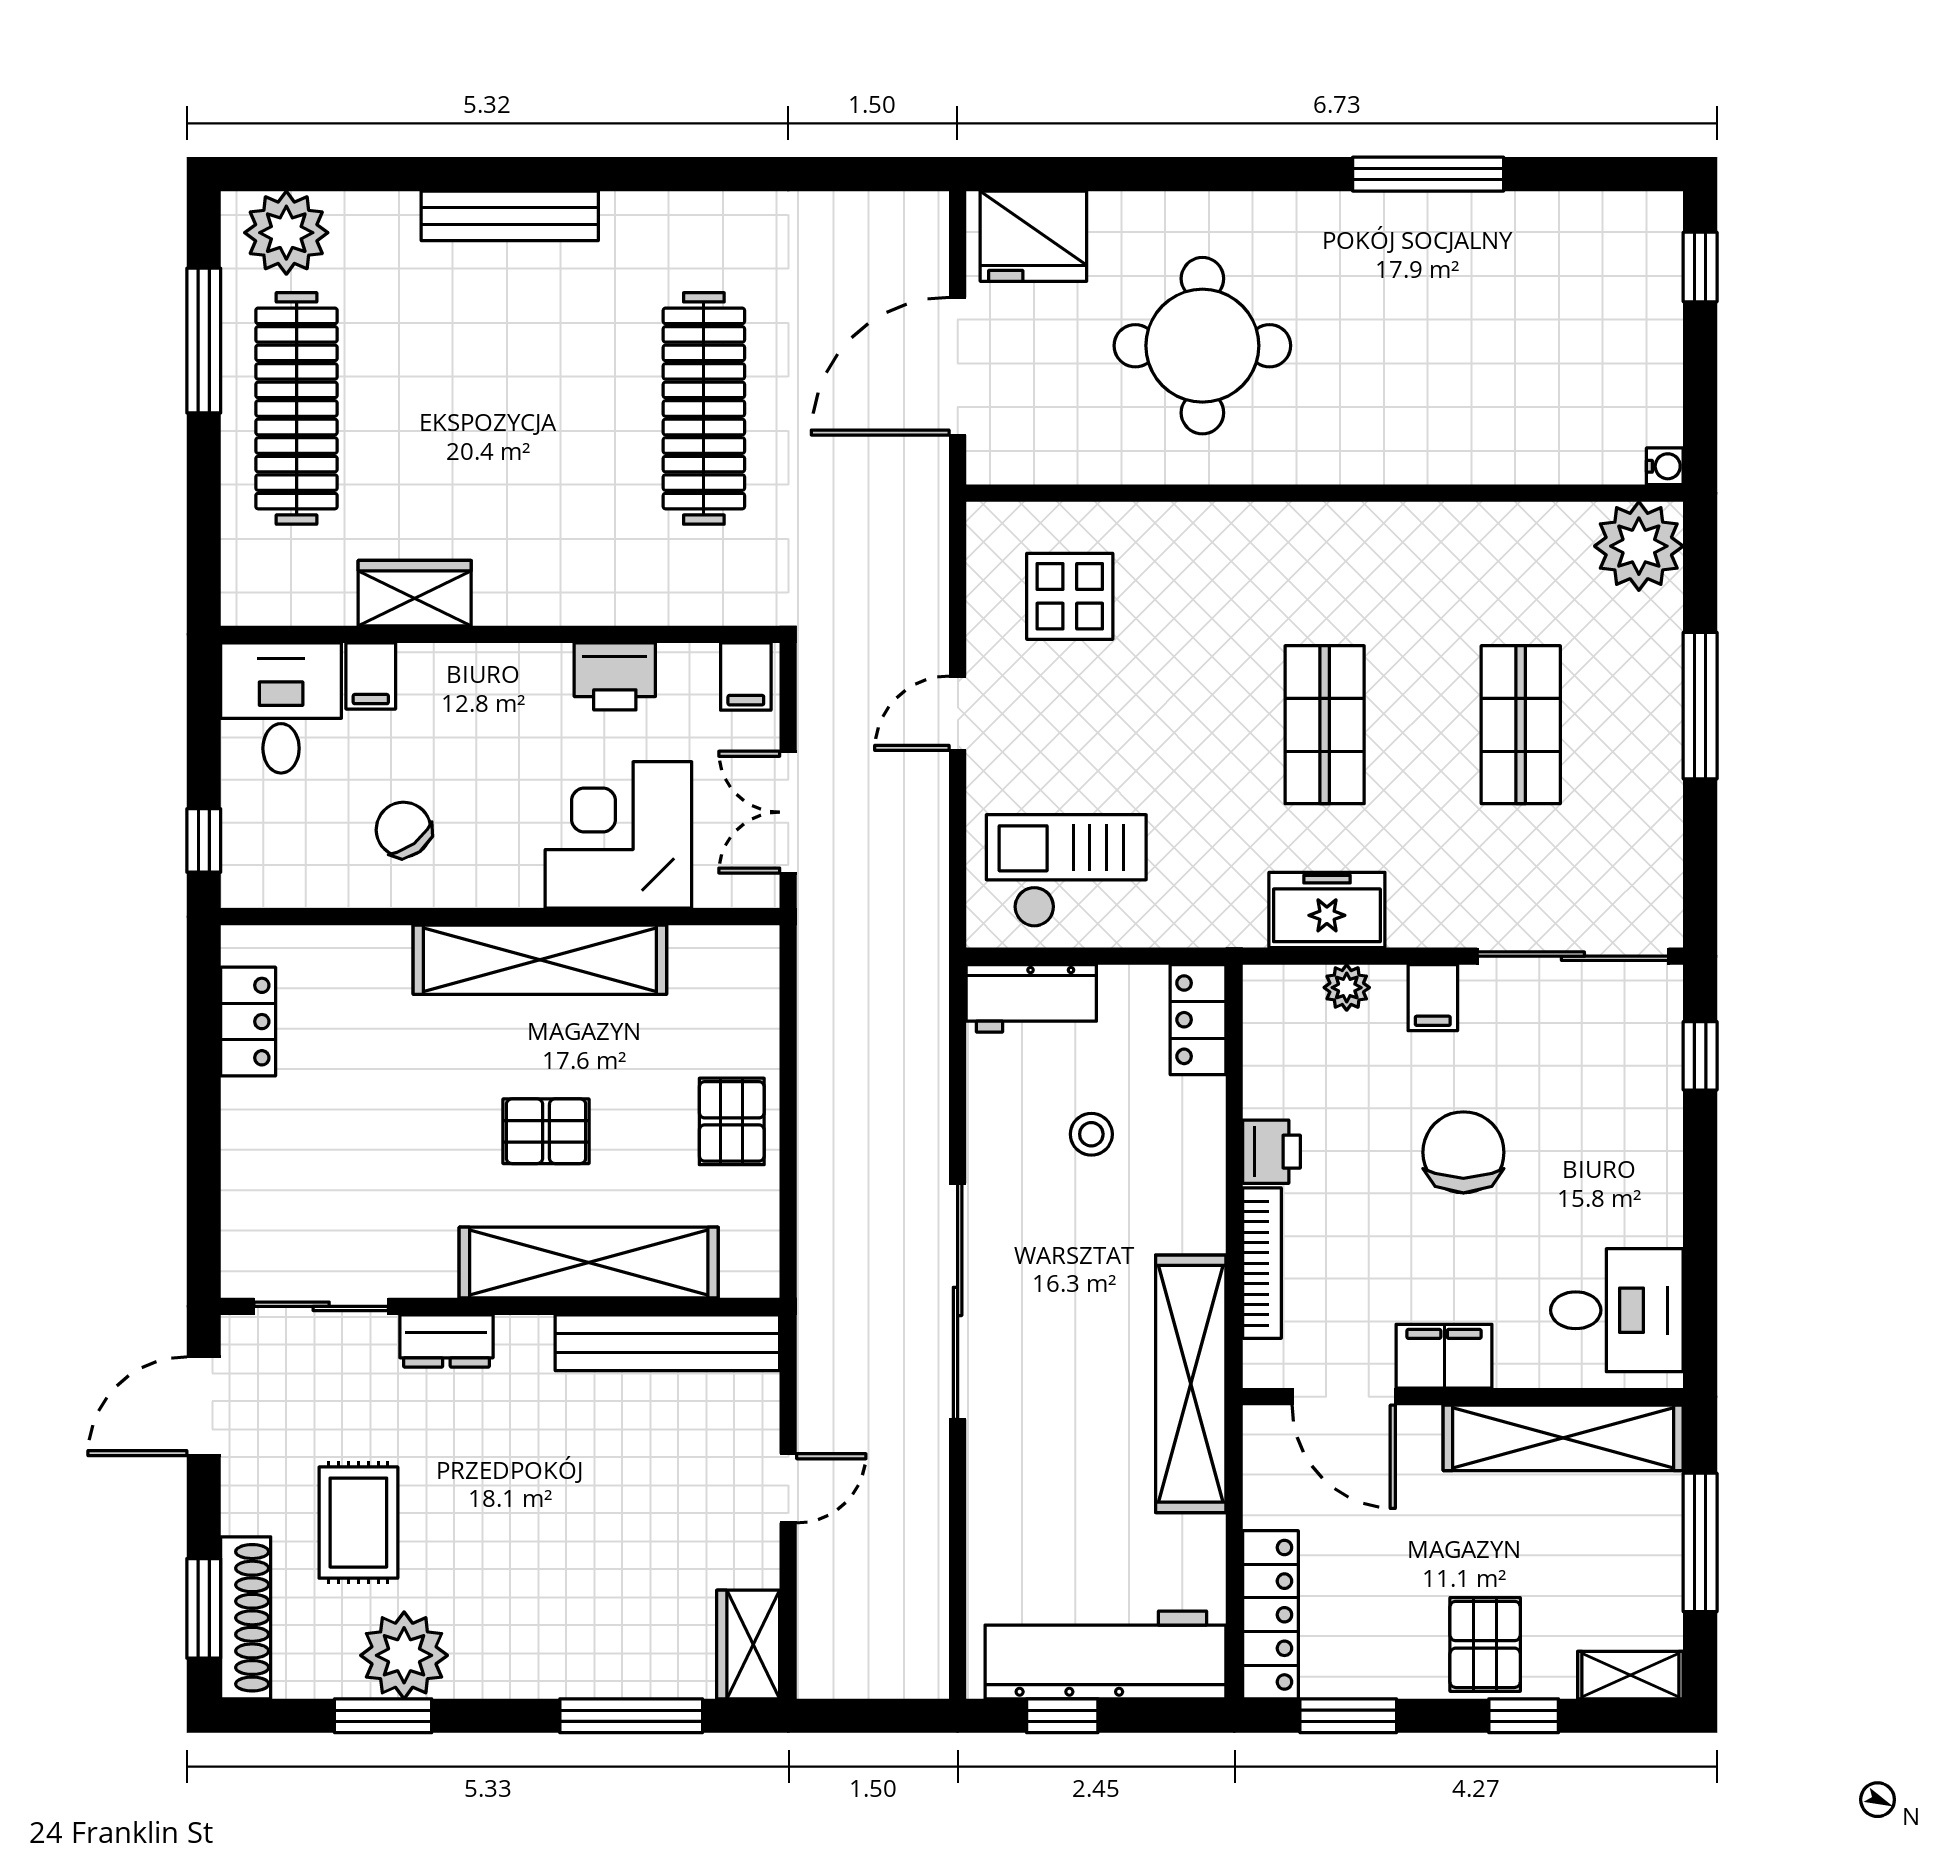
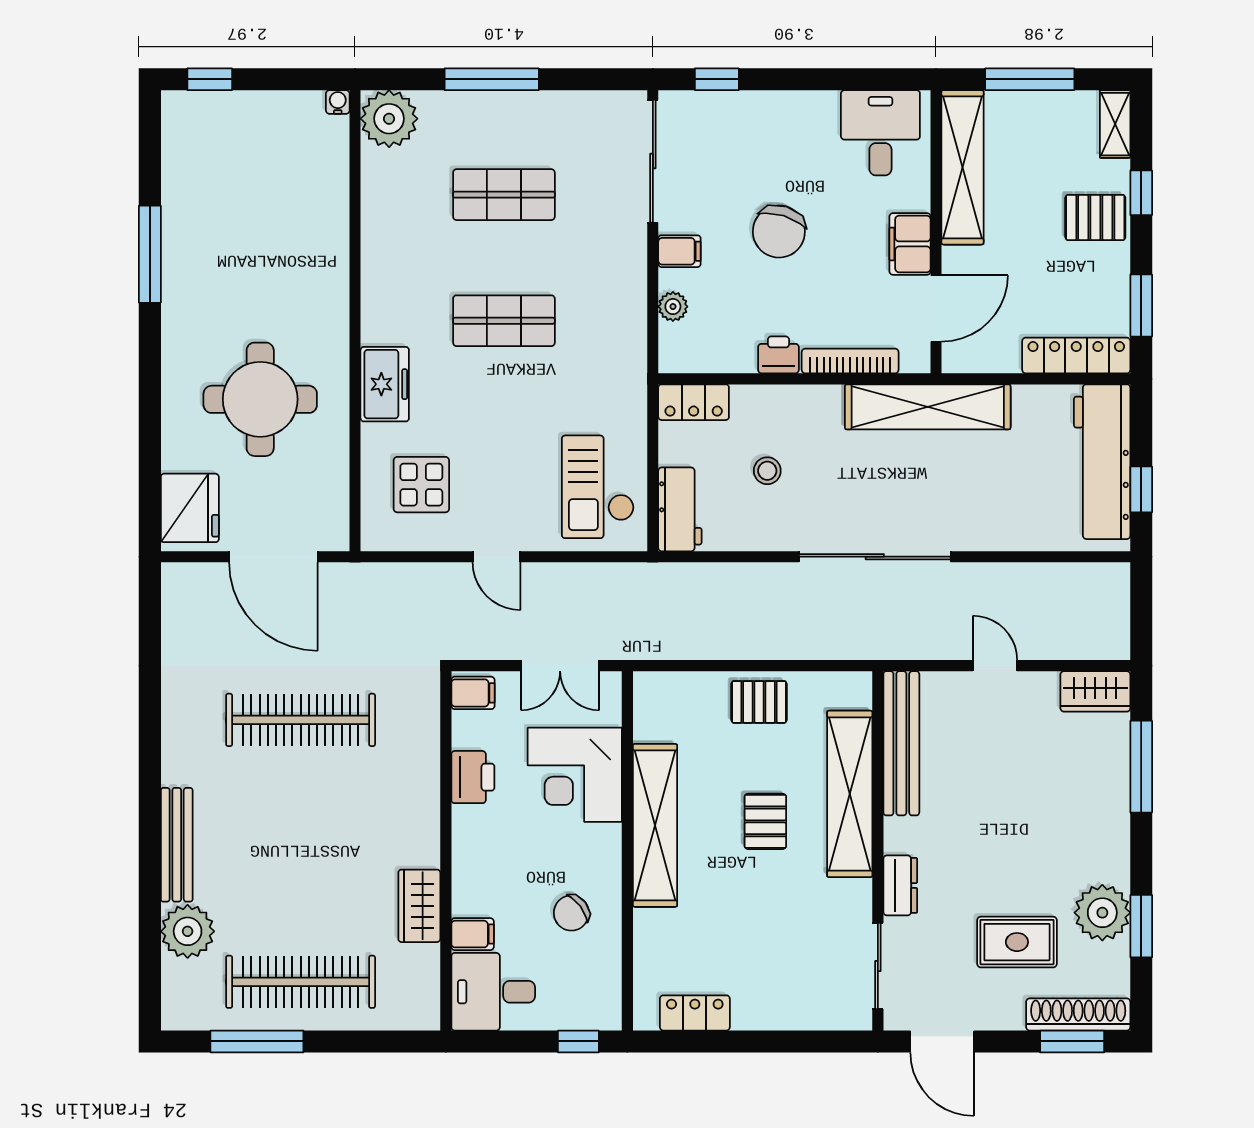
plant: (286, 233) -> (188, 931), moved
freezer: (1327, 910) -> (385, 384), moved, turned 180
chair: (1463, 1152) -> (779, 231), turned -73

